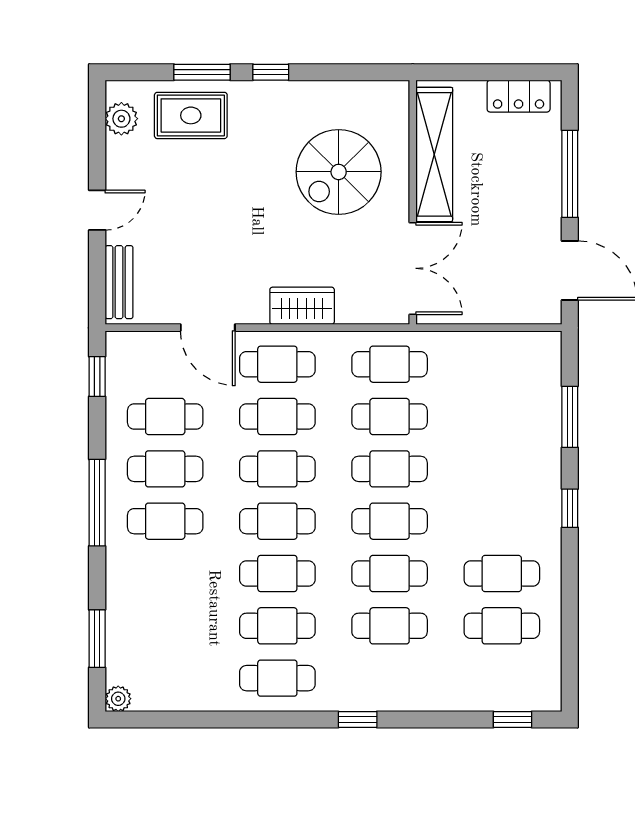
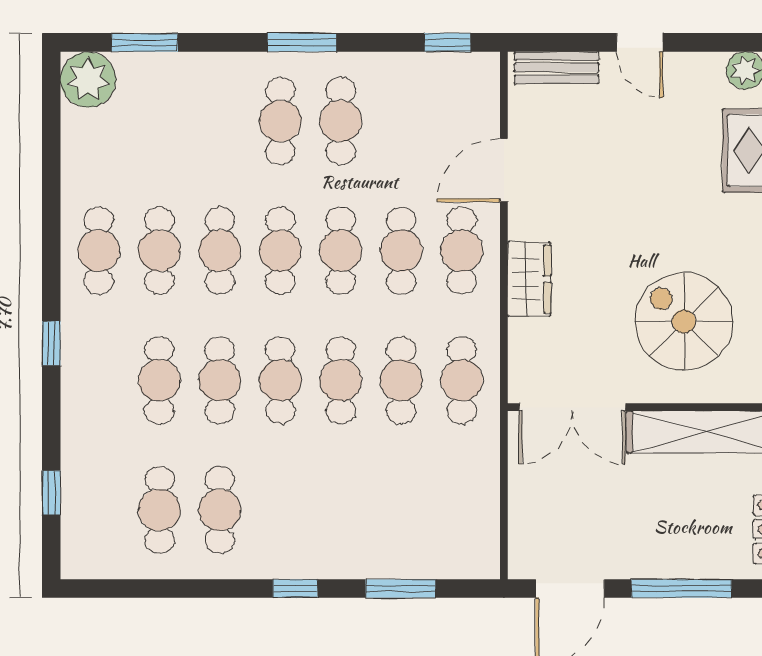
cafe table: (165, 417) -> (401, 121), removed
window: (97, 503) -> (302, 42), width x0.69
plant: (118, 699) -> (88, 80), width x1.88, depth x1.88
window: (513, 719) -> (51, 493), moved

